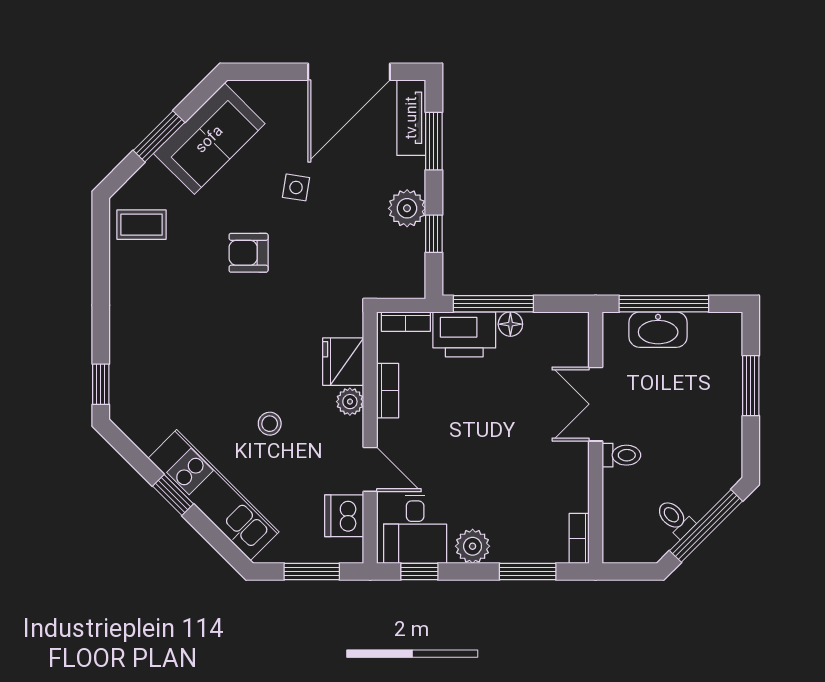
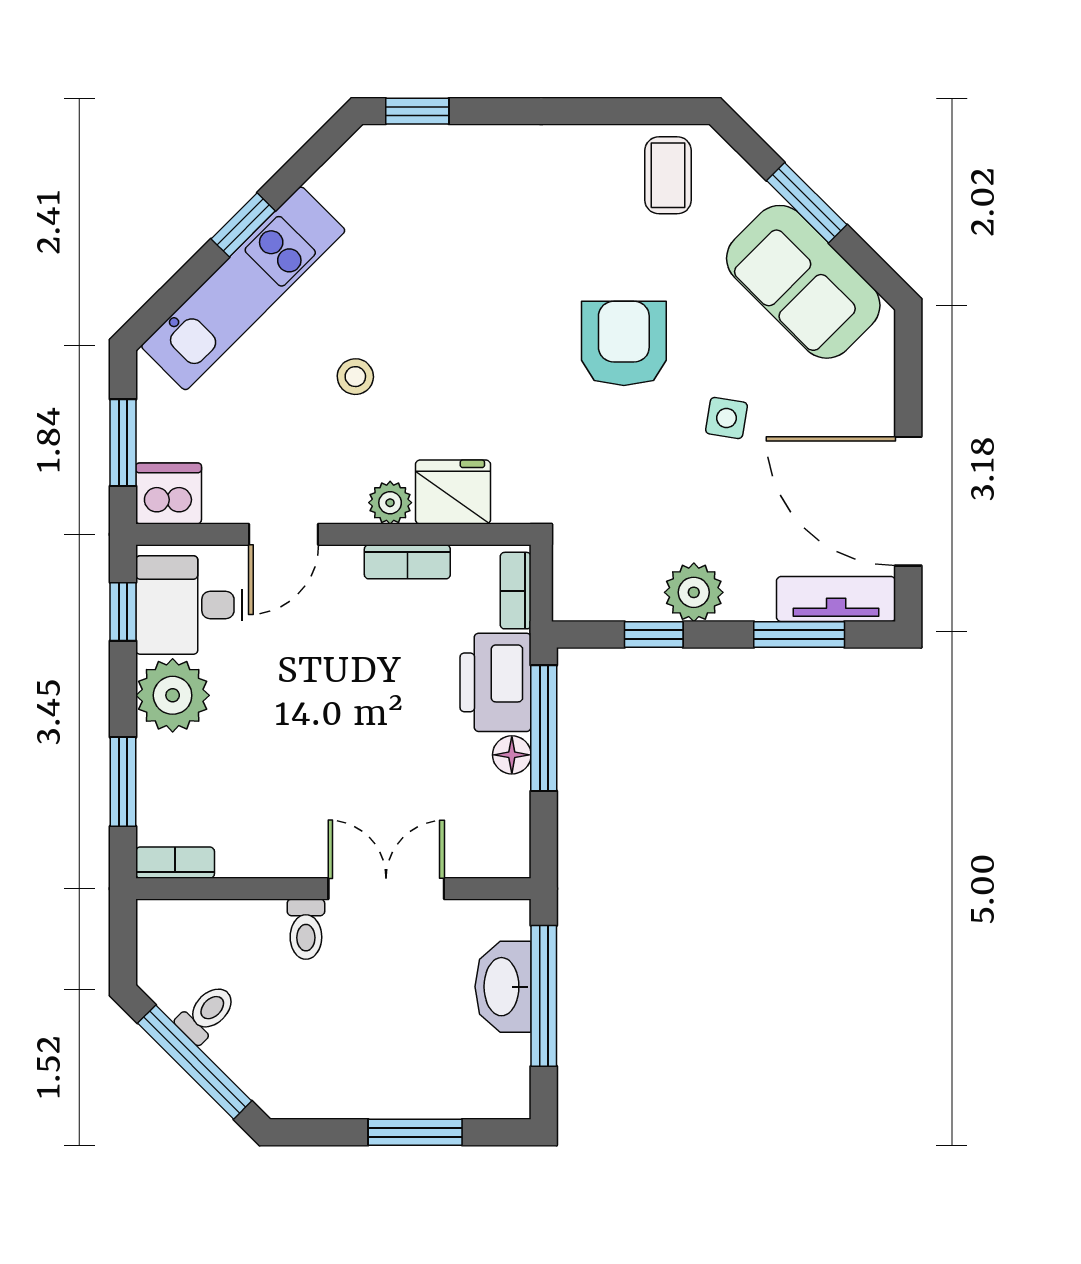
armchair: (249, 253) -> (624, 343), width x1.38, depth x1.38
dishwasher: (344, 516) -> (169, 494), moved
plant: (473, 546) -> (173, 695), width x1.36, depth x1.36

